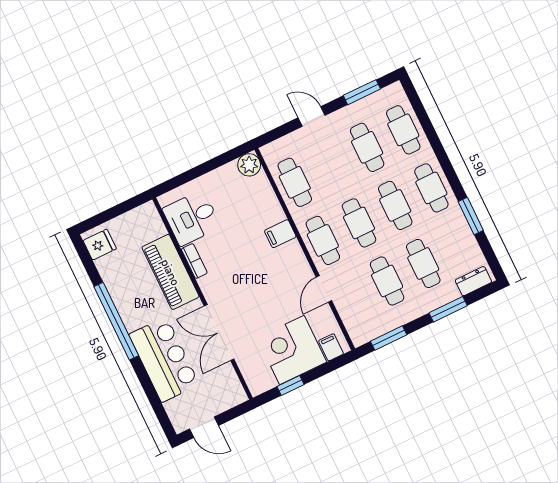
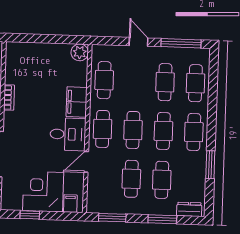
window: (362, 92) -> (181, 43), width x1.44
desk: (192, 218) -> (68, 134), moved, turned 180
filing cabinet: (280, 234) -> (77, 102), width x2.00

